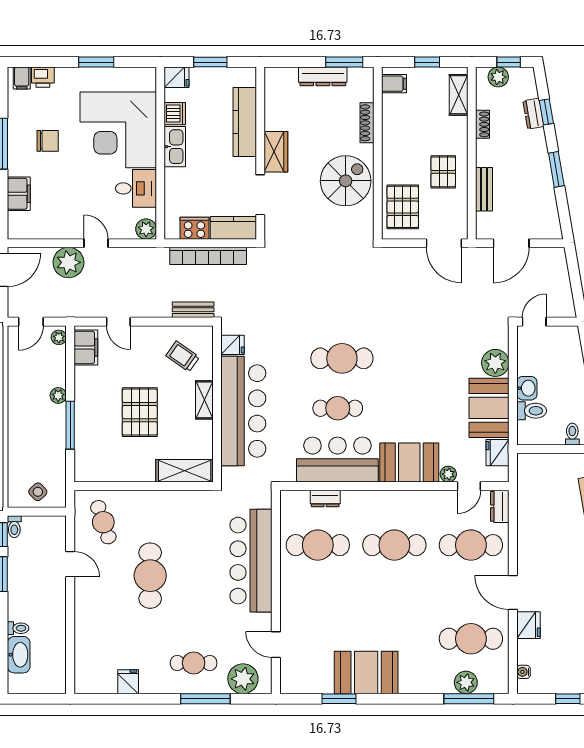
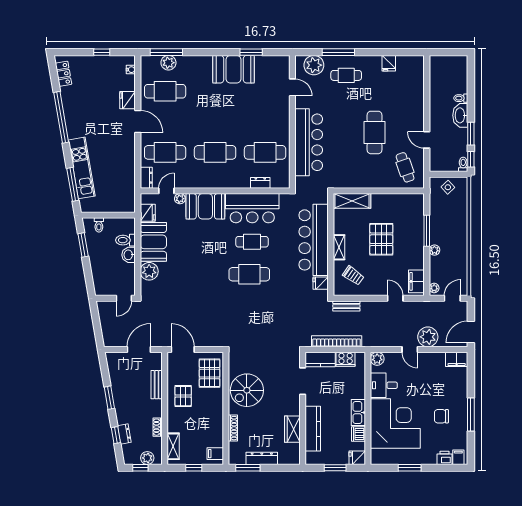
wardrobe: (276, 152) -> (292, 429), moved
filing cabinet: (19, 194) -> (457, 359), moved, turned -90
washbasin: (19, 655) -> (460, 115), moved

